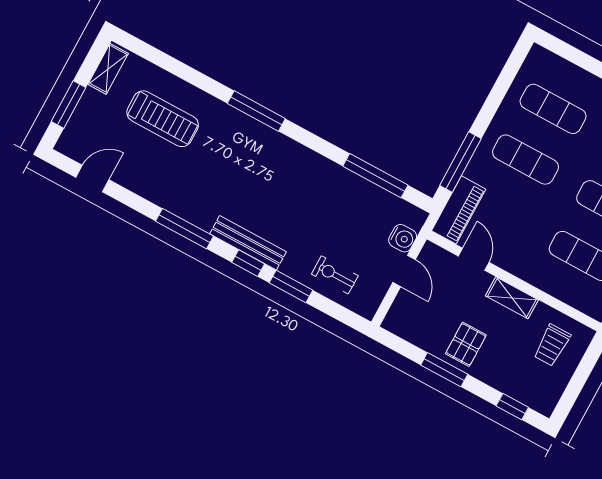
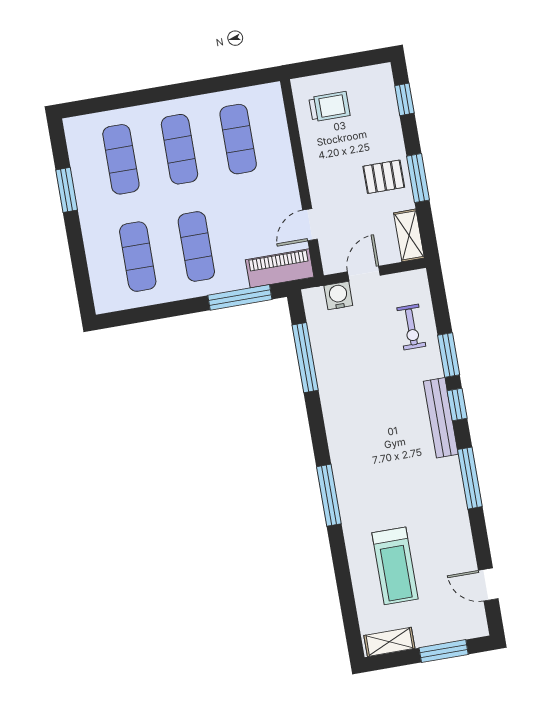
treadmill: (163, 119) -> (395, 566), turned 180
shelving: (512, 298) -> (409, 235), moved

